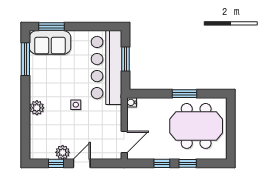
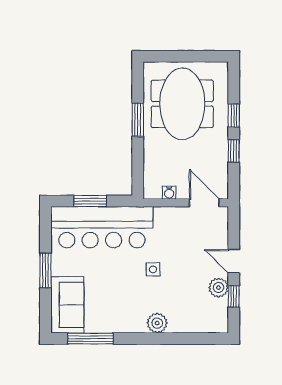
window: (51, 27) -> (45, 270), moved
water cooler: (132, 102) -> (169, 193), moved

